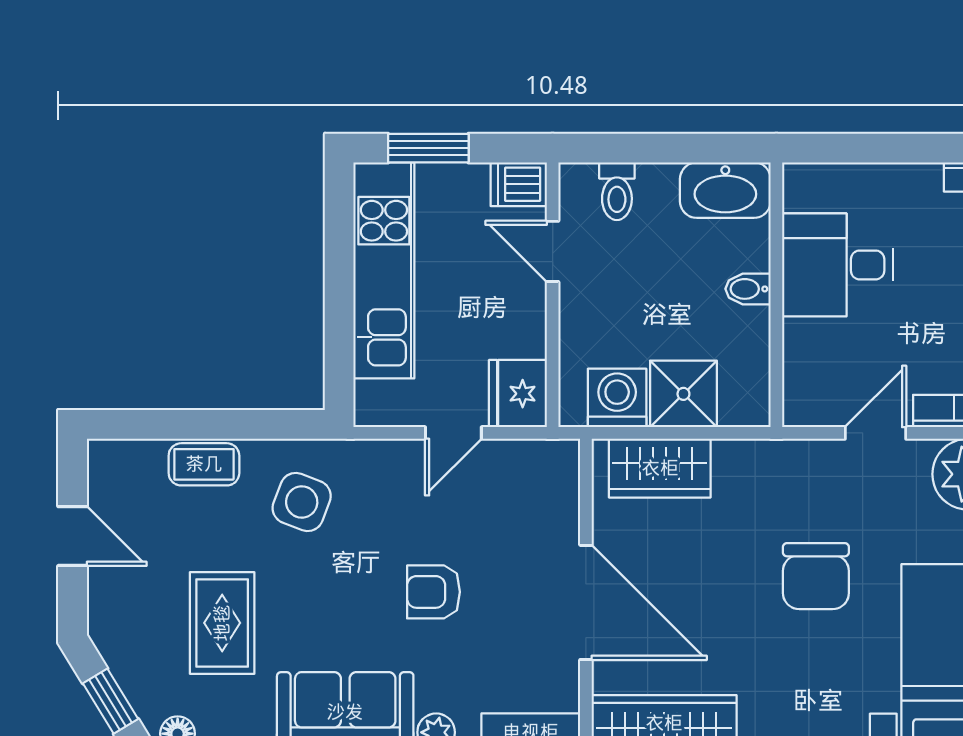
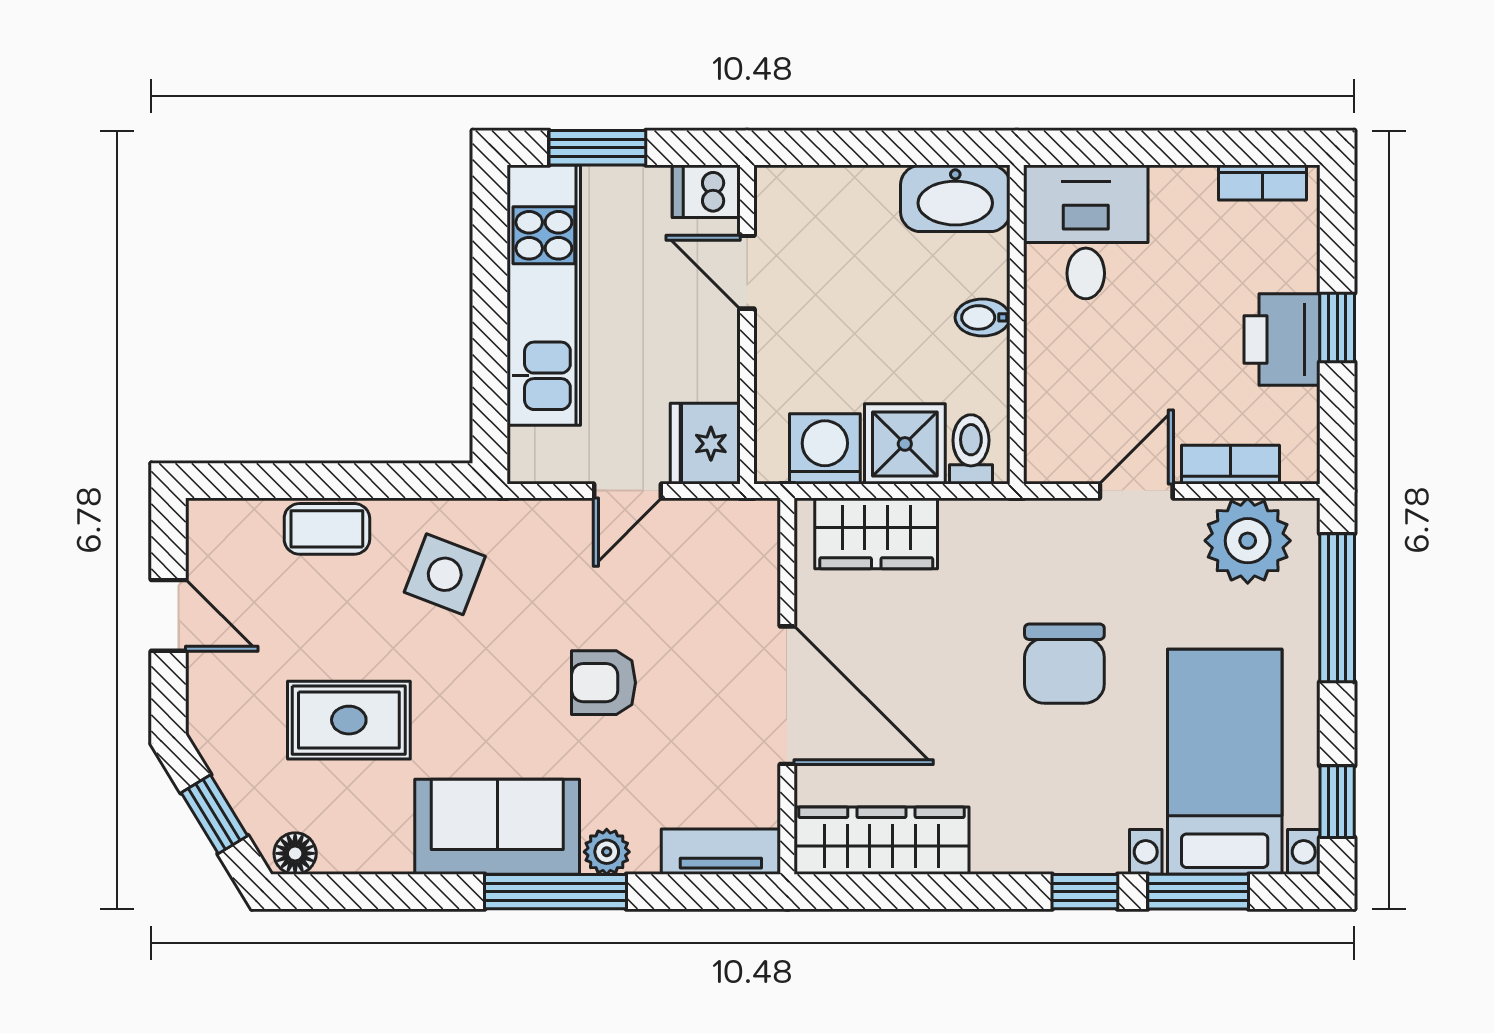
toilet: (617, 191) -> (971, 449), moved, turned 180
desk: (838, 265) -> (1086, 232), moved, turned 90
rug: (222, 623) -> (349, 720), turned 90

